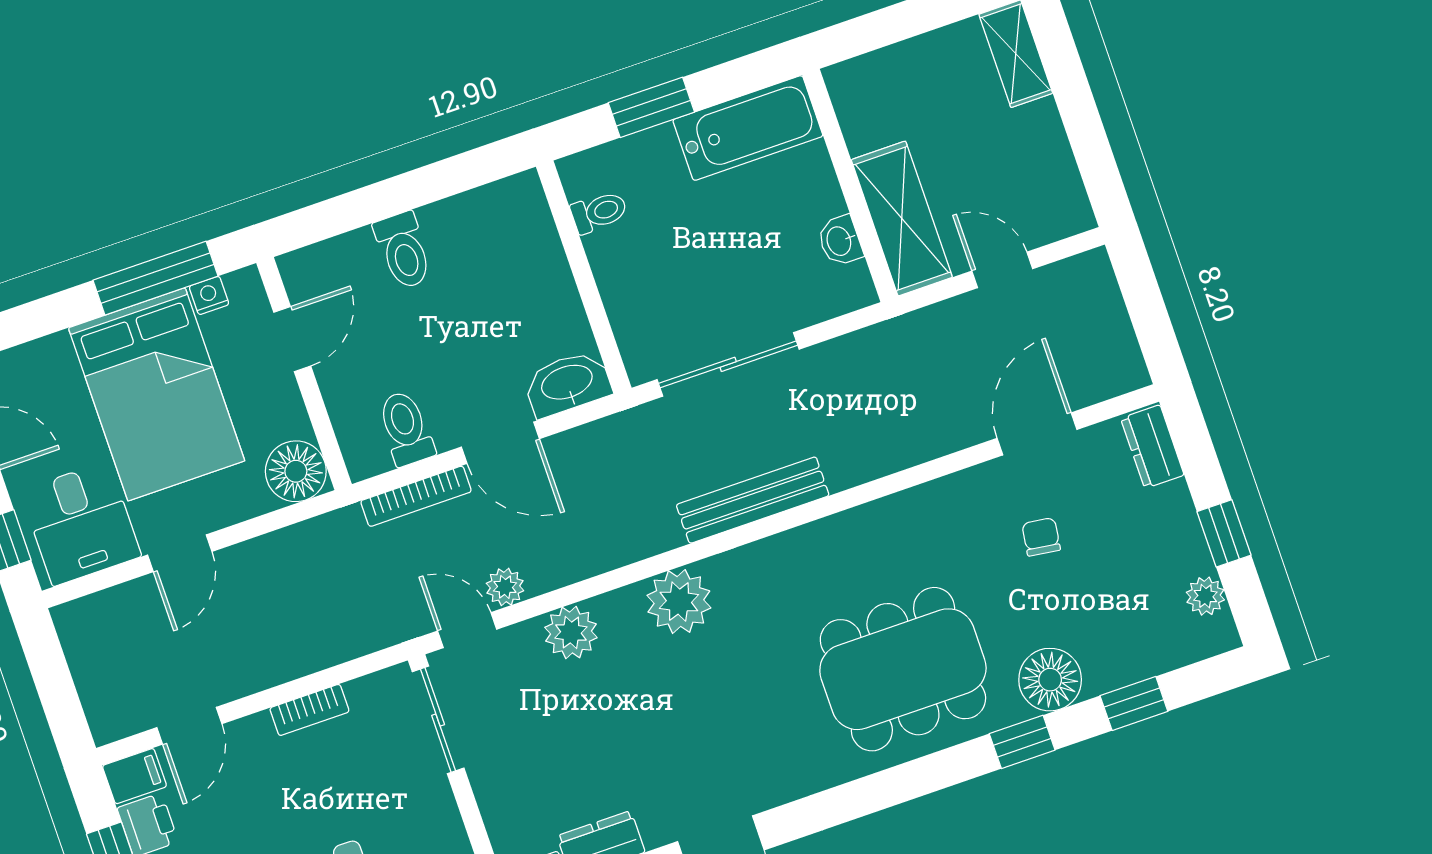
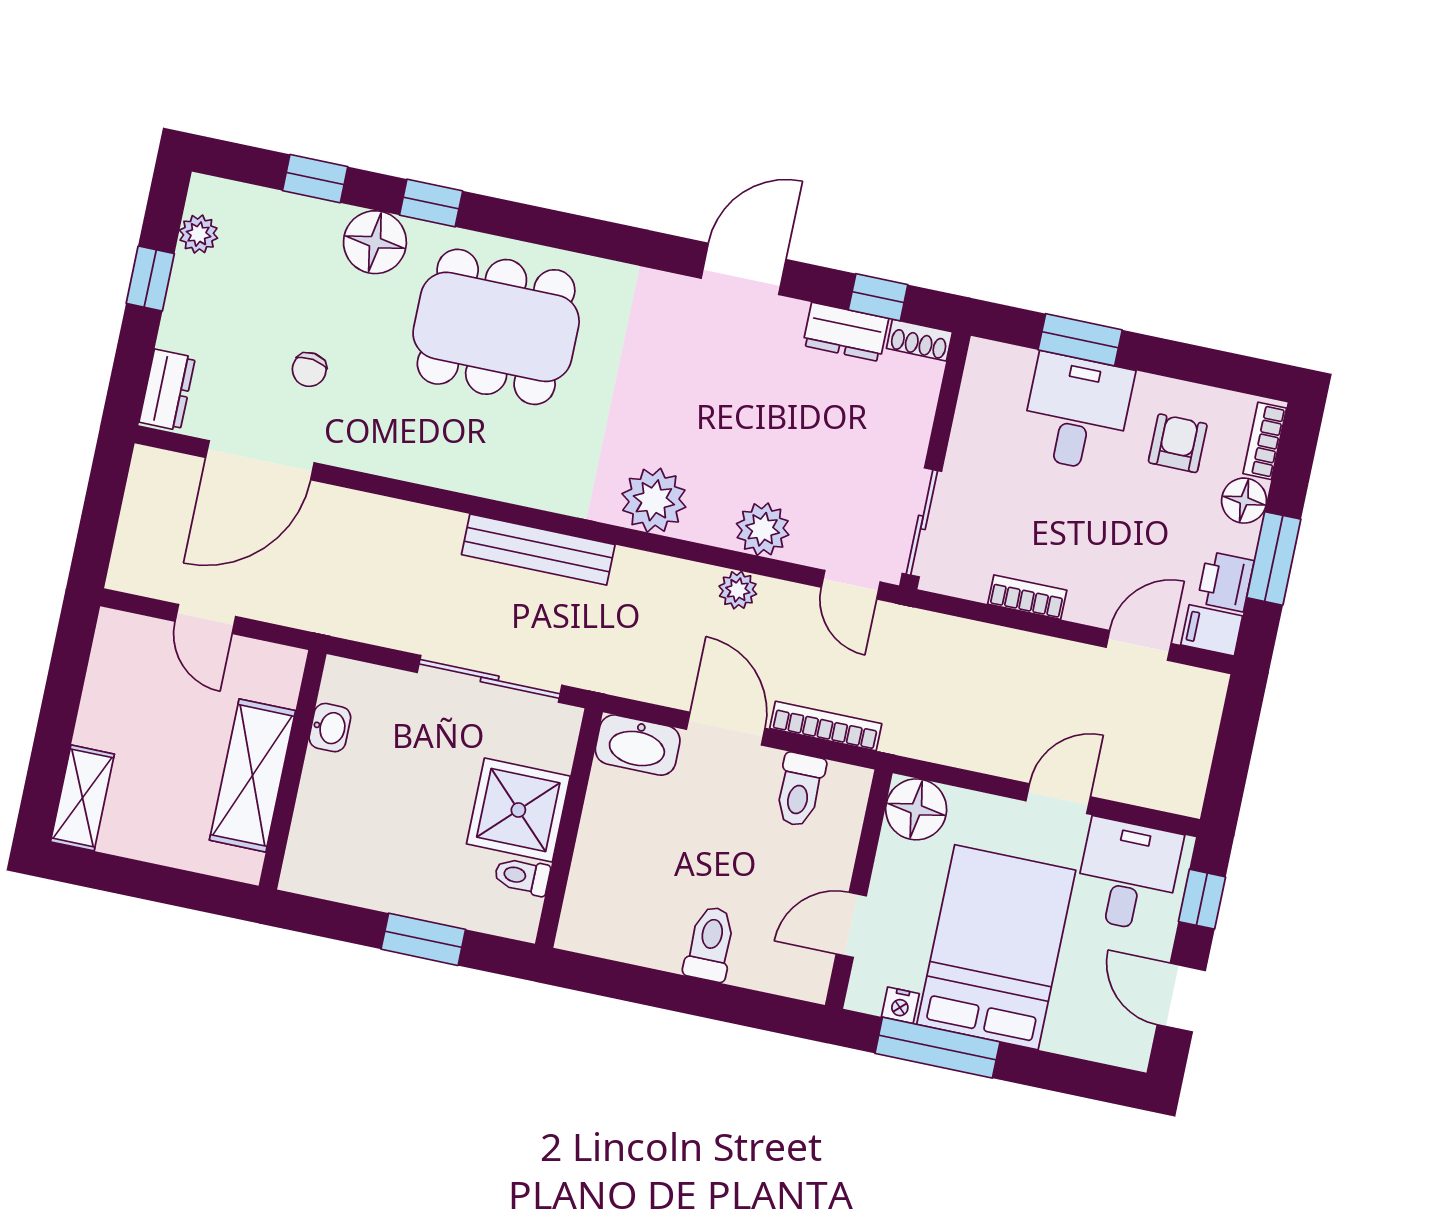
bathtub: (748, 128) -> (351, 872), removed
shelving: (902, 218) -> (252, 775), moved
shower: (636, 267) -> (518, 810), added
door: (1037, 434) -> (260, 460), width x1.36
plant: (505, 587) -> (738, 590), moved

